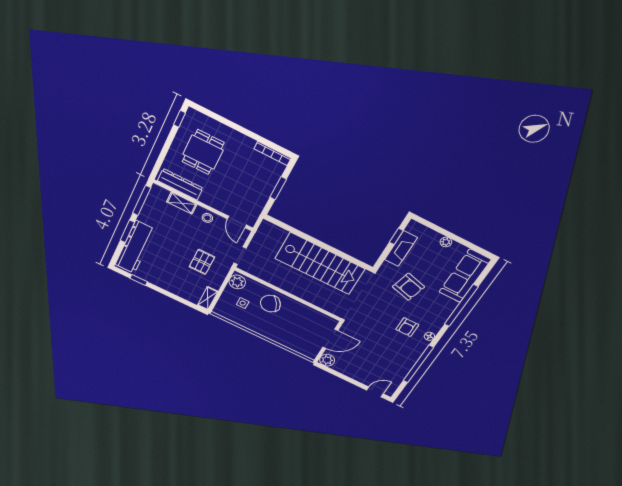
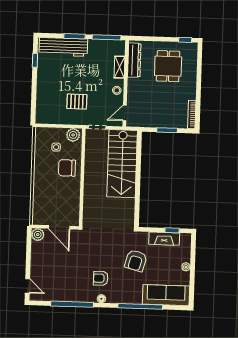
dining table: (203, 152) -> (168, 66), turned 90
stairs: (320, 264) -> (122, 164), moved
shelving: (208, 298) -> (46, 119), removed
chair: (270, 304) -> (67, 168), turned -61

